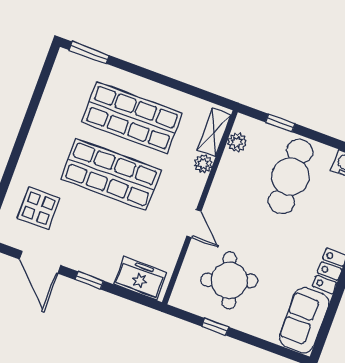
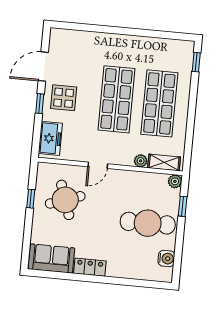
window: (89, 53) -> (196, 62), width x0.67
plant: (237, 142) -> (175, 181), moved
display table: (39, 208) -> (64, 98), moved

